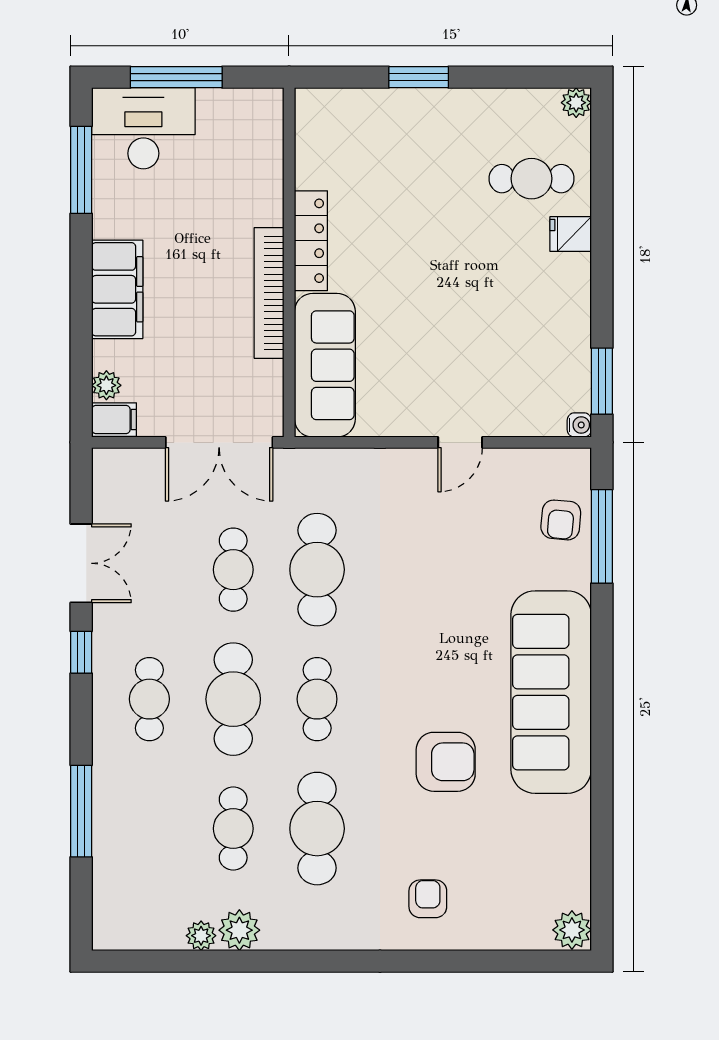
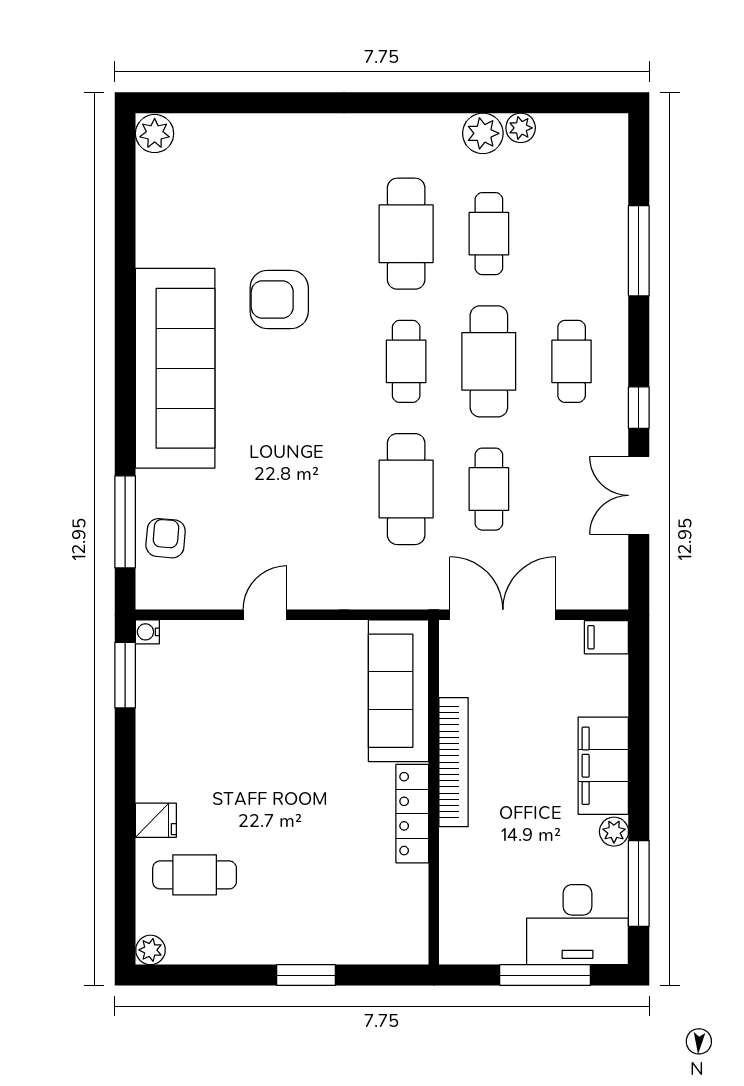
plant: (106, 385) -> (614, 832), moved
armchair: (428, 899) -> (297, 164), removed

